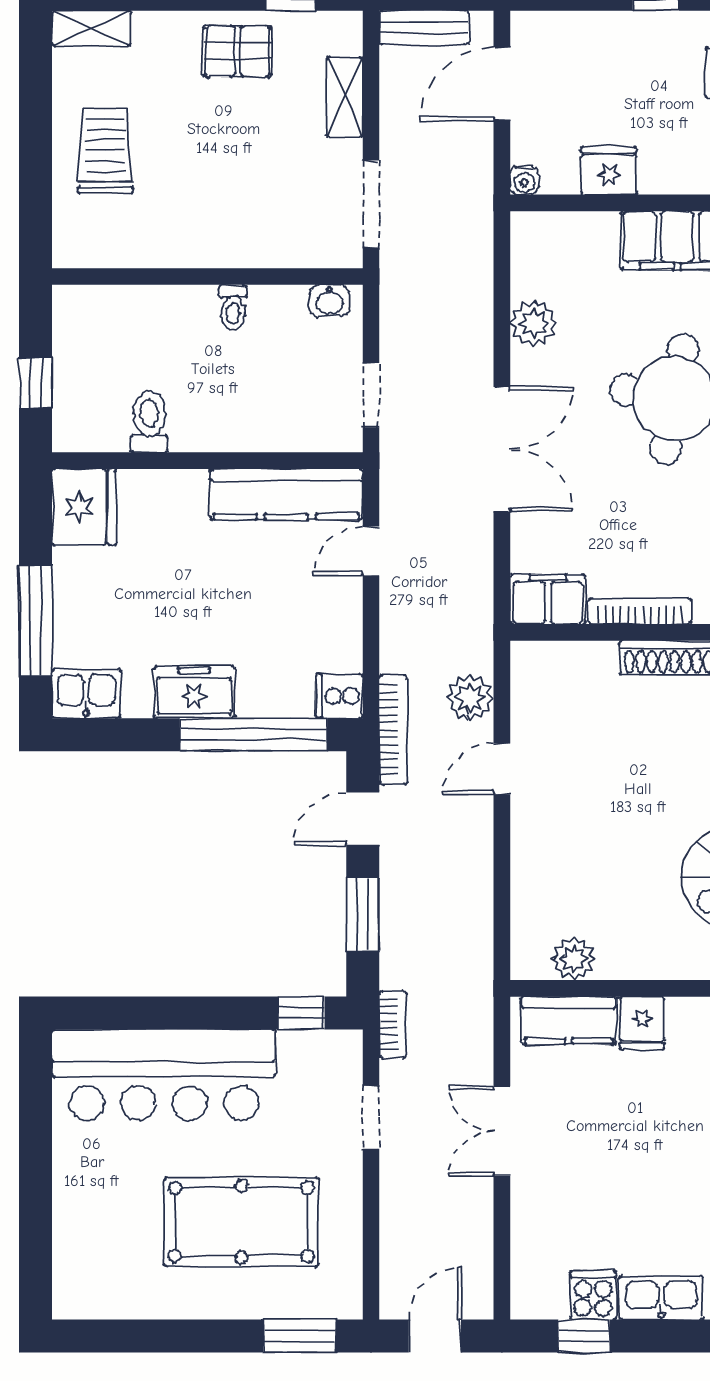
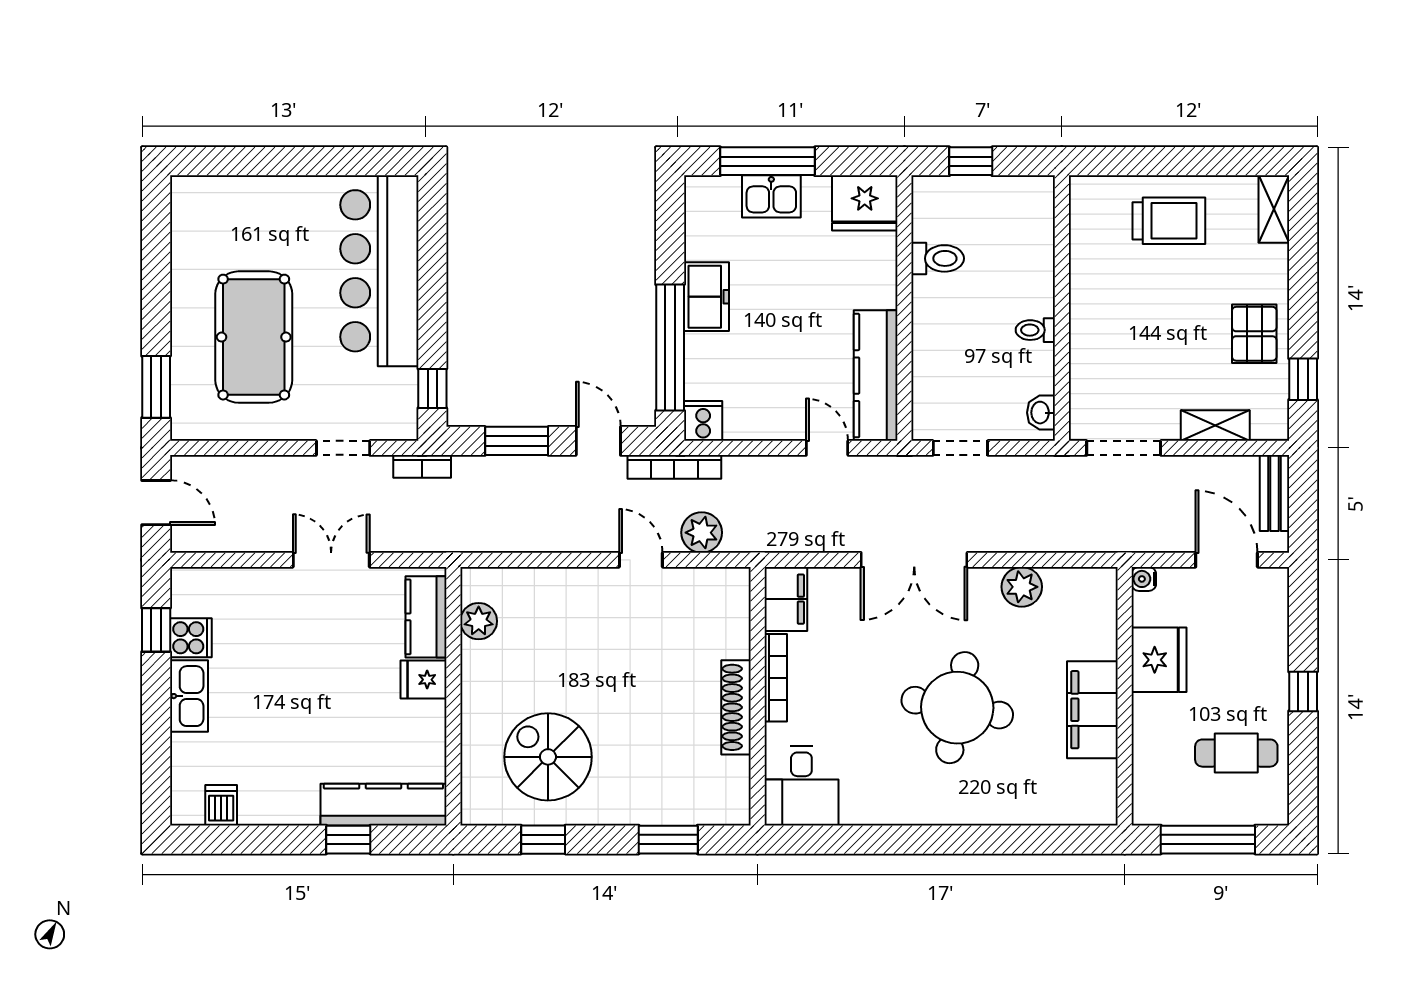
fridge: (609, 171) -> (1159, 660), width x1.36, depth x1.34
kitchen sink: (86, 693) -> (771, 196), moved, turned 90

